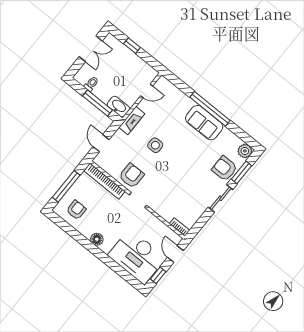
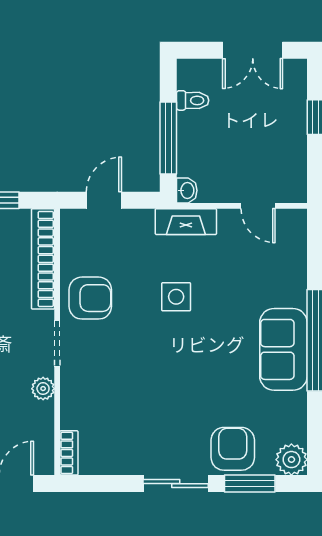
washbasin: (118, 107) -> (187, 190), width x0.52, depth x0.69
plant: (150, 218) -> (43, 389), added

